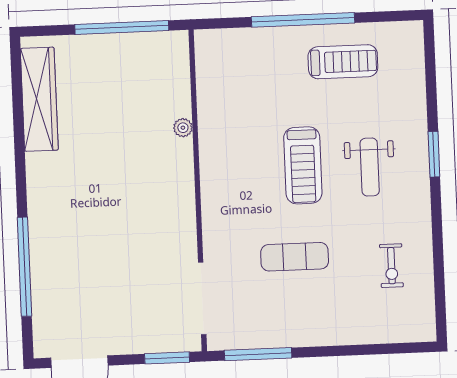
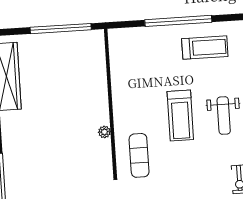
plant: (183, 128) -> (104, 132), moved
exercise mat: (295, 257) -> (139, 155), moved, turned 90

